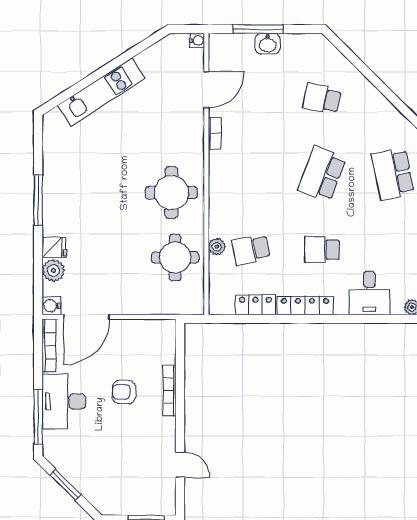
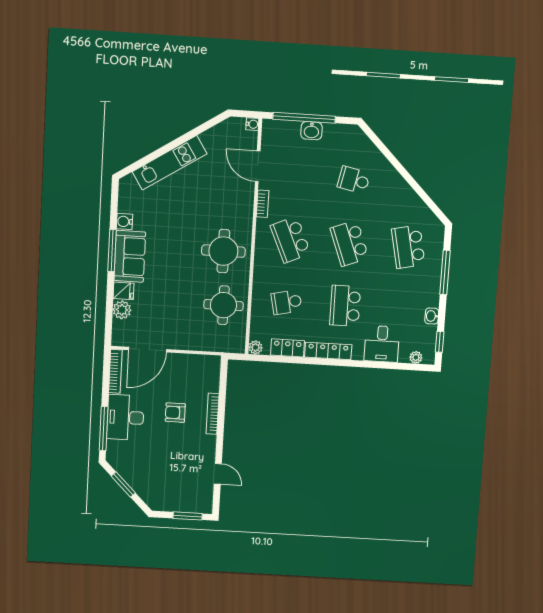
window: (258, 29) -> (304, 118), width x1.46
door: (206, 90) -> (258, 166), swing flipped
school desk: (251, 174) -> (290, 240), added
school desk: (322, 174) -> (349, 243), turned -42
sofa: (60, 206) -> (130, 256), added
plant: (217, 247) -> (256, 347), moved
school desk: (322, 250) -> (345, 306), width x1.85
water cooler: (51, 306) -> (125, 221), moved

